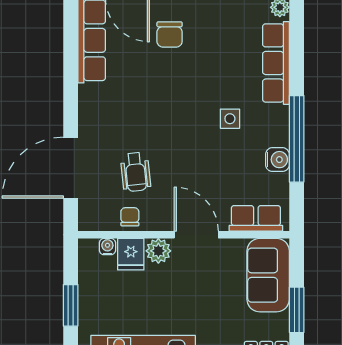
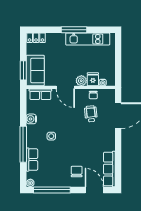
row of seats: (276, 63) -> (32, 160), width x0.68
window: (297, 139) -> (23, 144), moved
window: (71, 305) -> (118, 58), removed
window: (297, 310) -> (23, 70), moved

